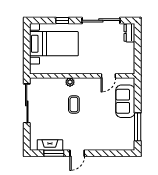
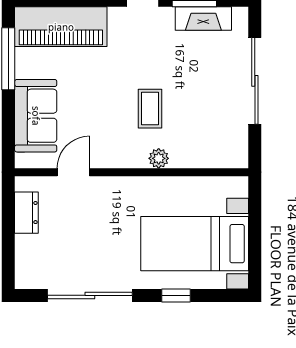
dresser: (129, 33) -> (26, 213), moved
sliding door: (27, 103) -> (255, 81), moved
piano: (114, 141) -> (61, 27), added

